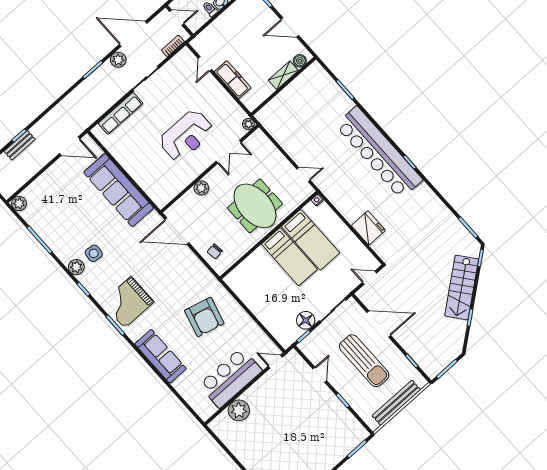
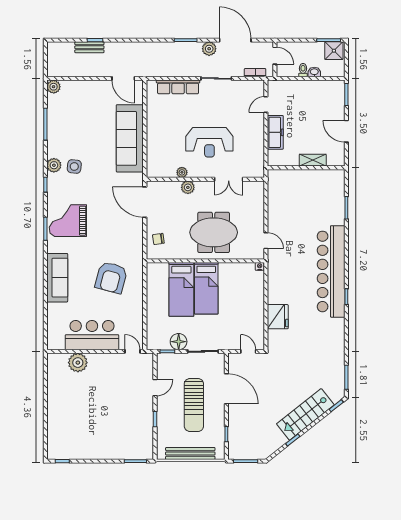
boiler: (300, 61) -> (333, 160), removed
plant: (248, 124) -> (182, 172), moved
meeting table: (255, 206) -> (214, 232), turned 90
bed: (311, 240) -> (181, 289), moved

